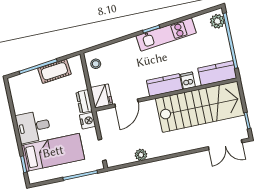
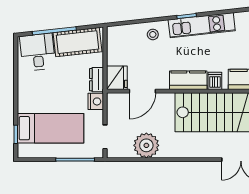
stool: (96, 64) -> (153, 34), moved
cot: (54, 71) -> (78, 42), width x1.37, depth x1.34
desk: (33, 127) -> (38, 52), moved, turned 84
plant: (141, 155) -> (146, 145), width x1.87, depth x1.87

